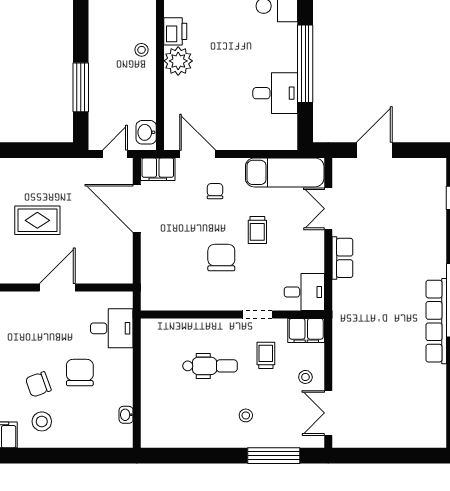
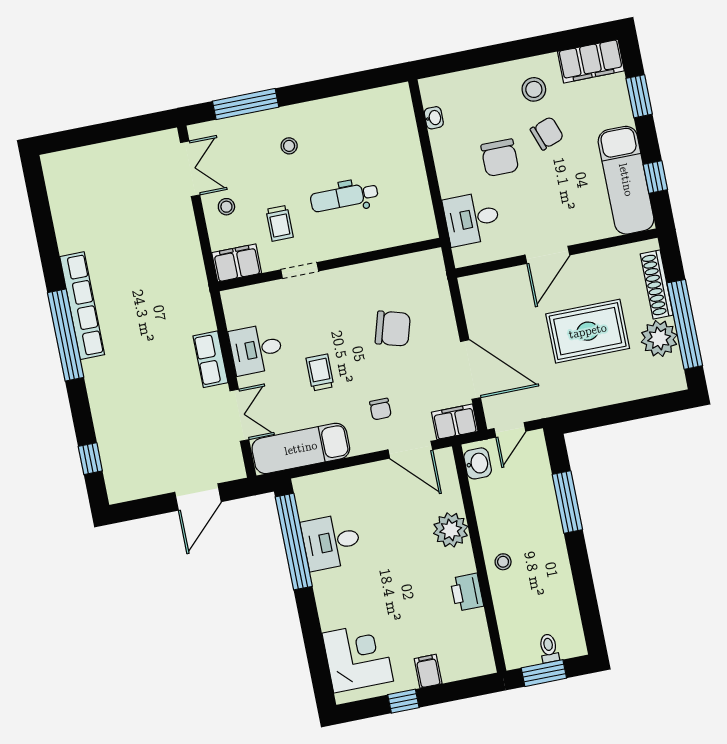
plant: (178, 61) -> (451, 530), moved
window: (305, 64) -> (294, 542), moved
rug: (37, 220) -> (588, 331), width x1.36, depth x1.43
chair: (221, 258) -> (393, 329), moved, turned -74
desk: (304, 292) -> (256, 349), moved

